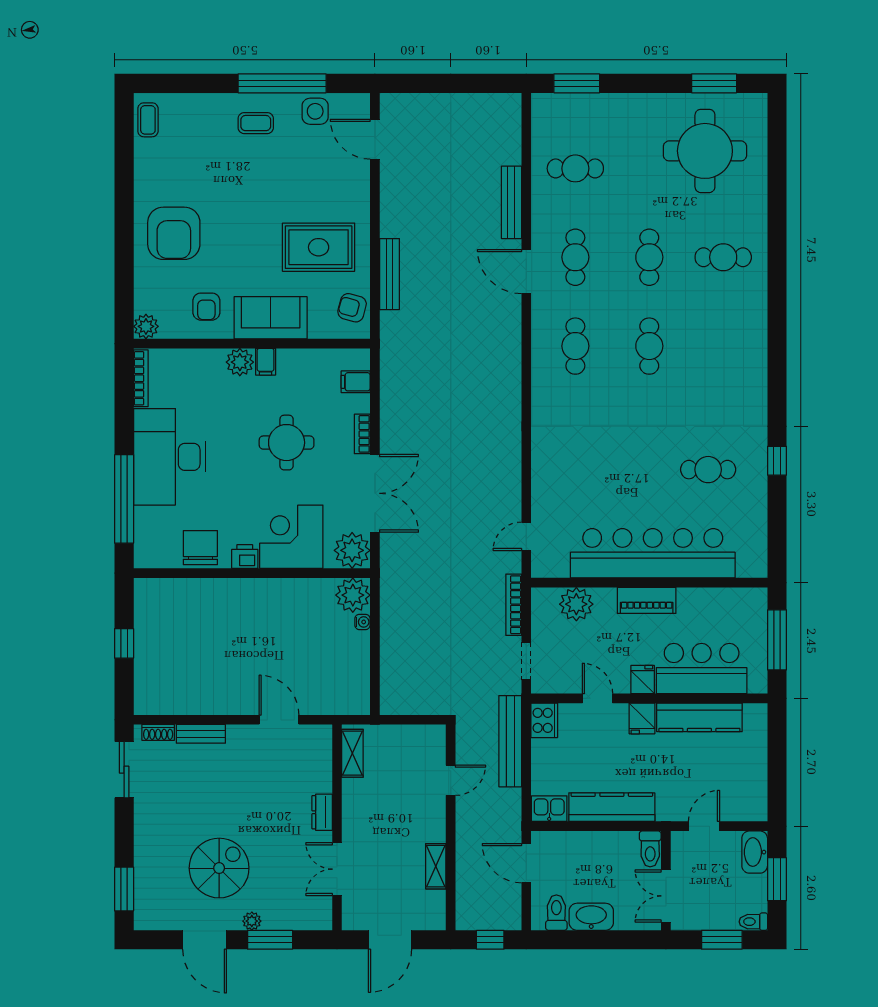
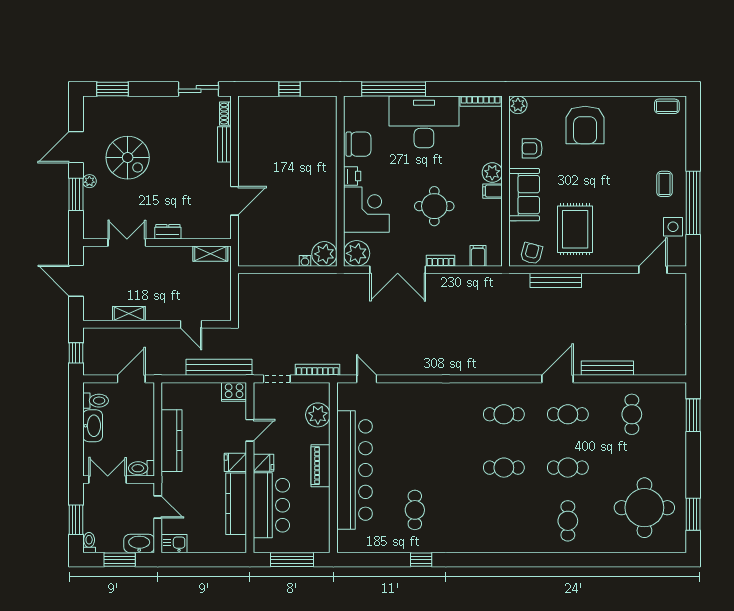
armchair: (174, 233) -> (585, 125), turned -90
kitchen sink: (549, 809) -> (174, 544), moved, turned -90

